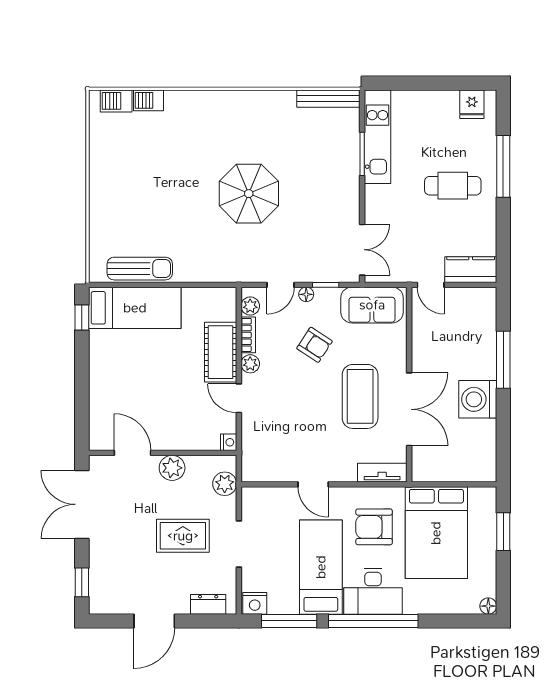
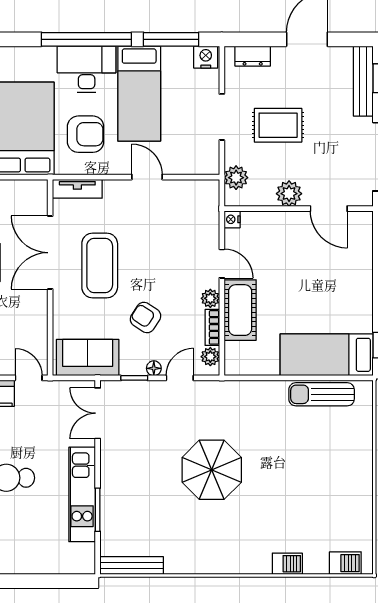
barbecue: (149, 100) -> (287, 564), moved
kitchen unit: (377, 137) -> (82, 494), moved
bench: (98, 579) -> (363, 81), added

